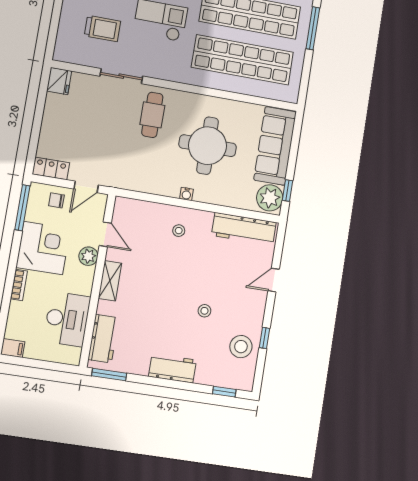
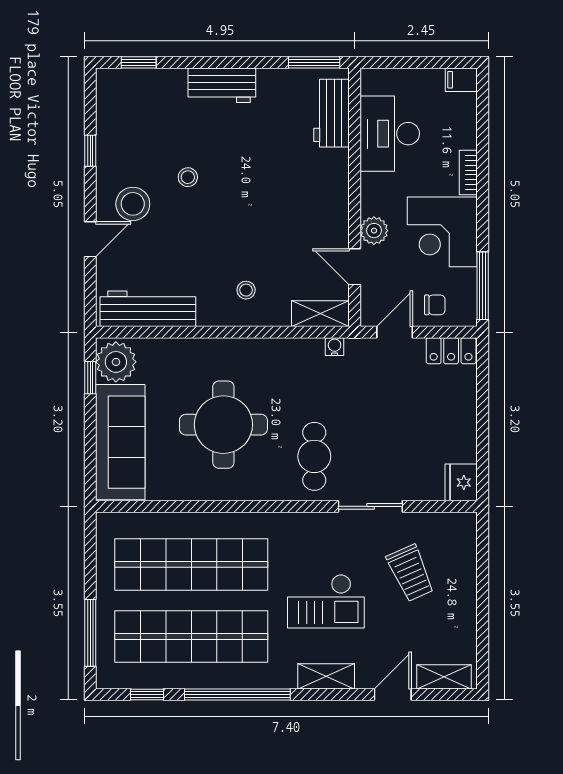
trolley: (102, 28) -> (410, 573), turned -114
water cooler: (186, 194) -> (335, 347), moved
shelving: (110, 281) -> (320, 314), moved, turned 90
stool: (241, 347) -> (133, 204), moved

